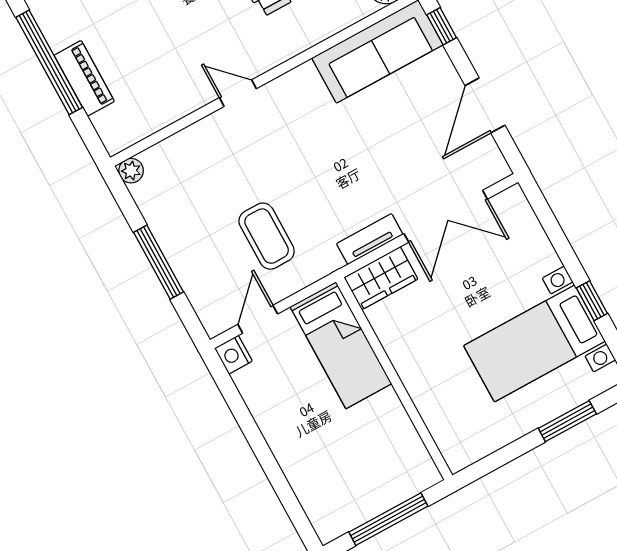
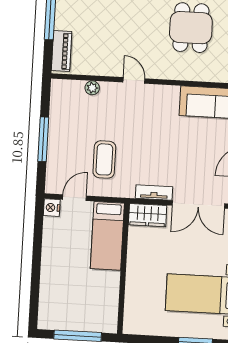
piano: (84, 78) -> (62, 51), moved
plant: (131, 171) -> (92, 88), moved

